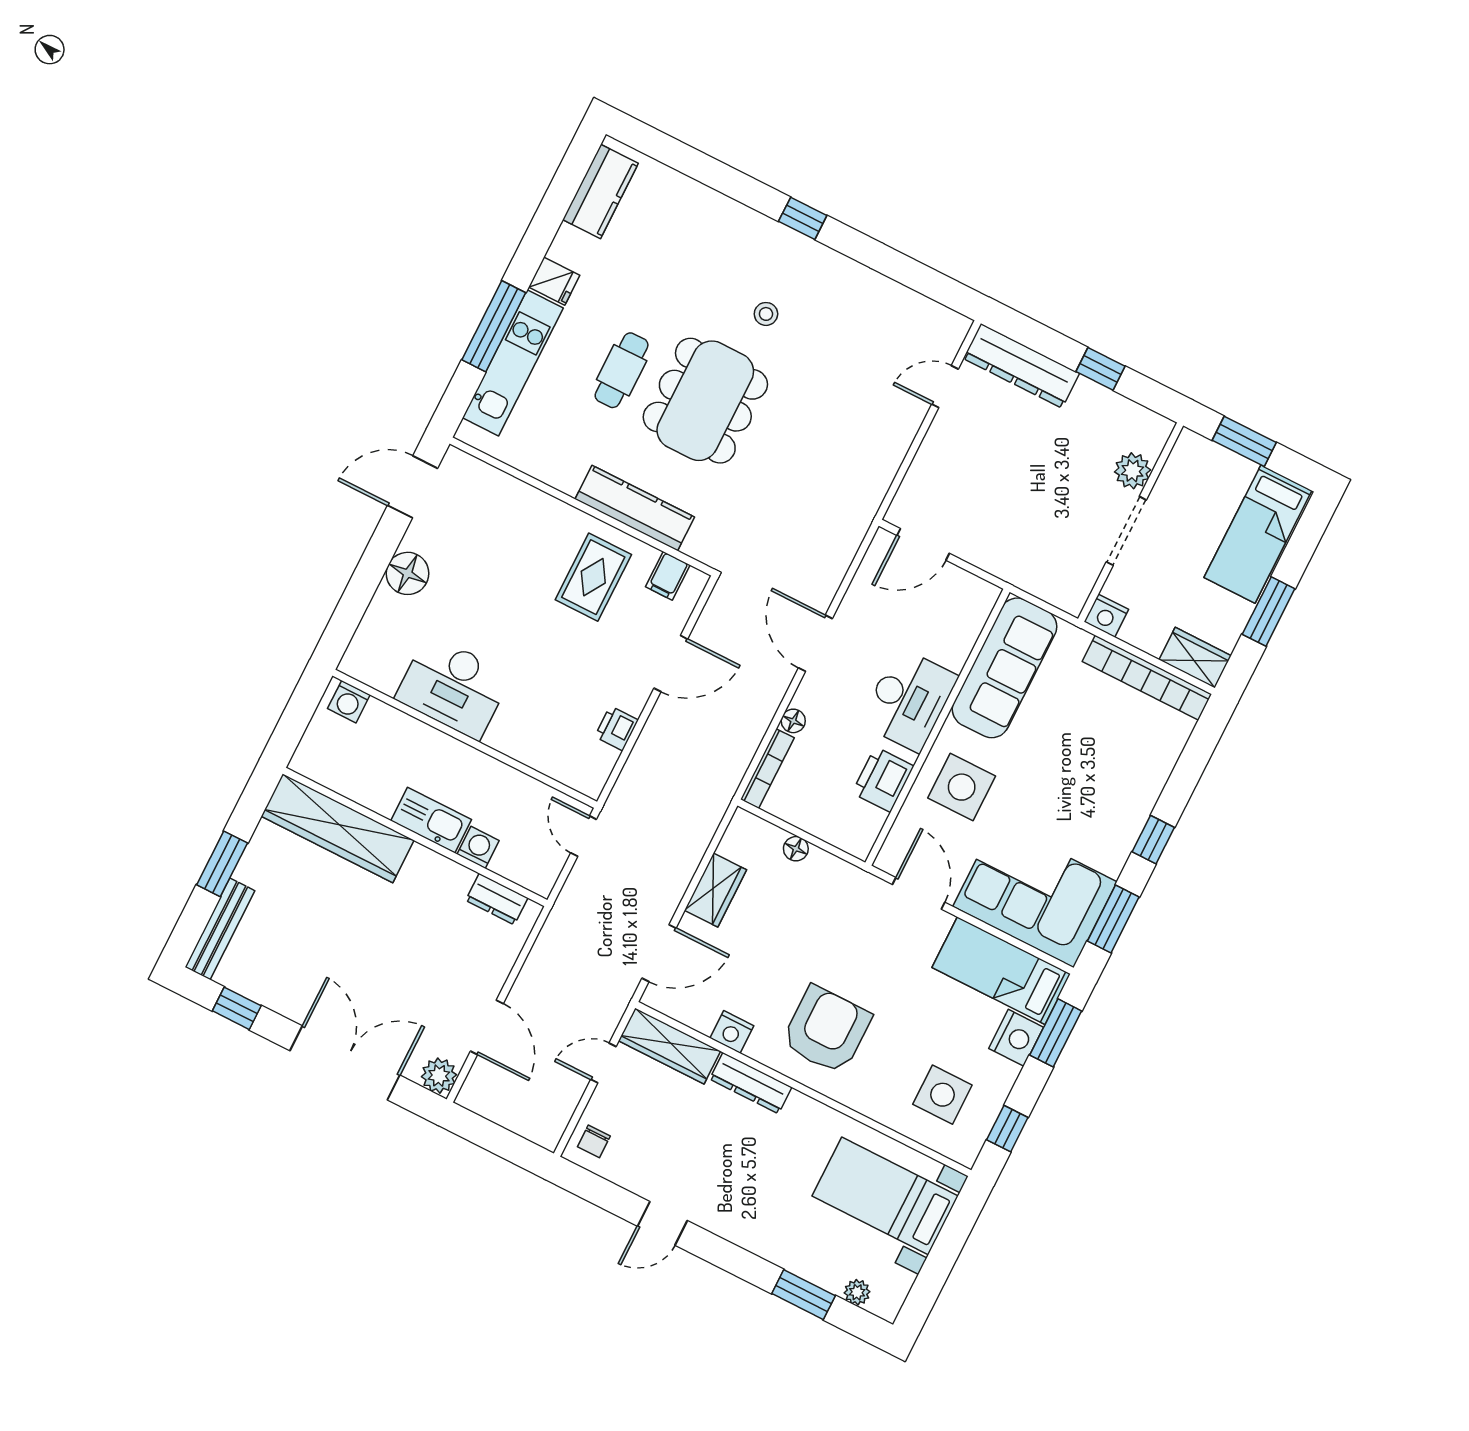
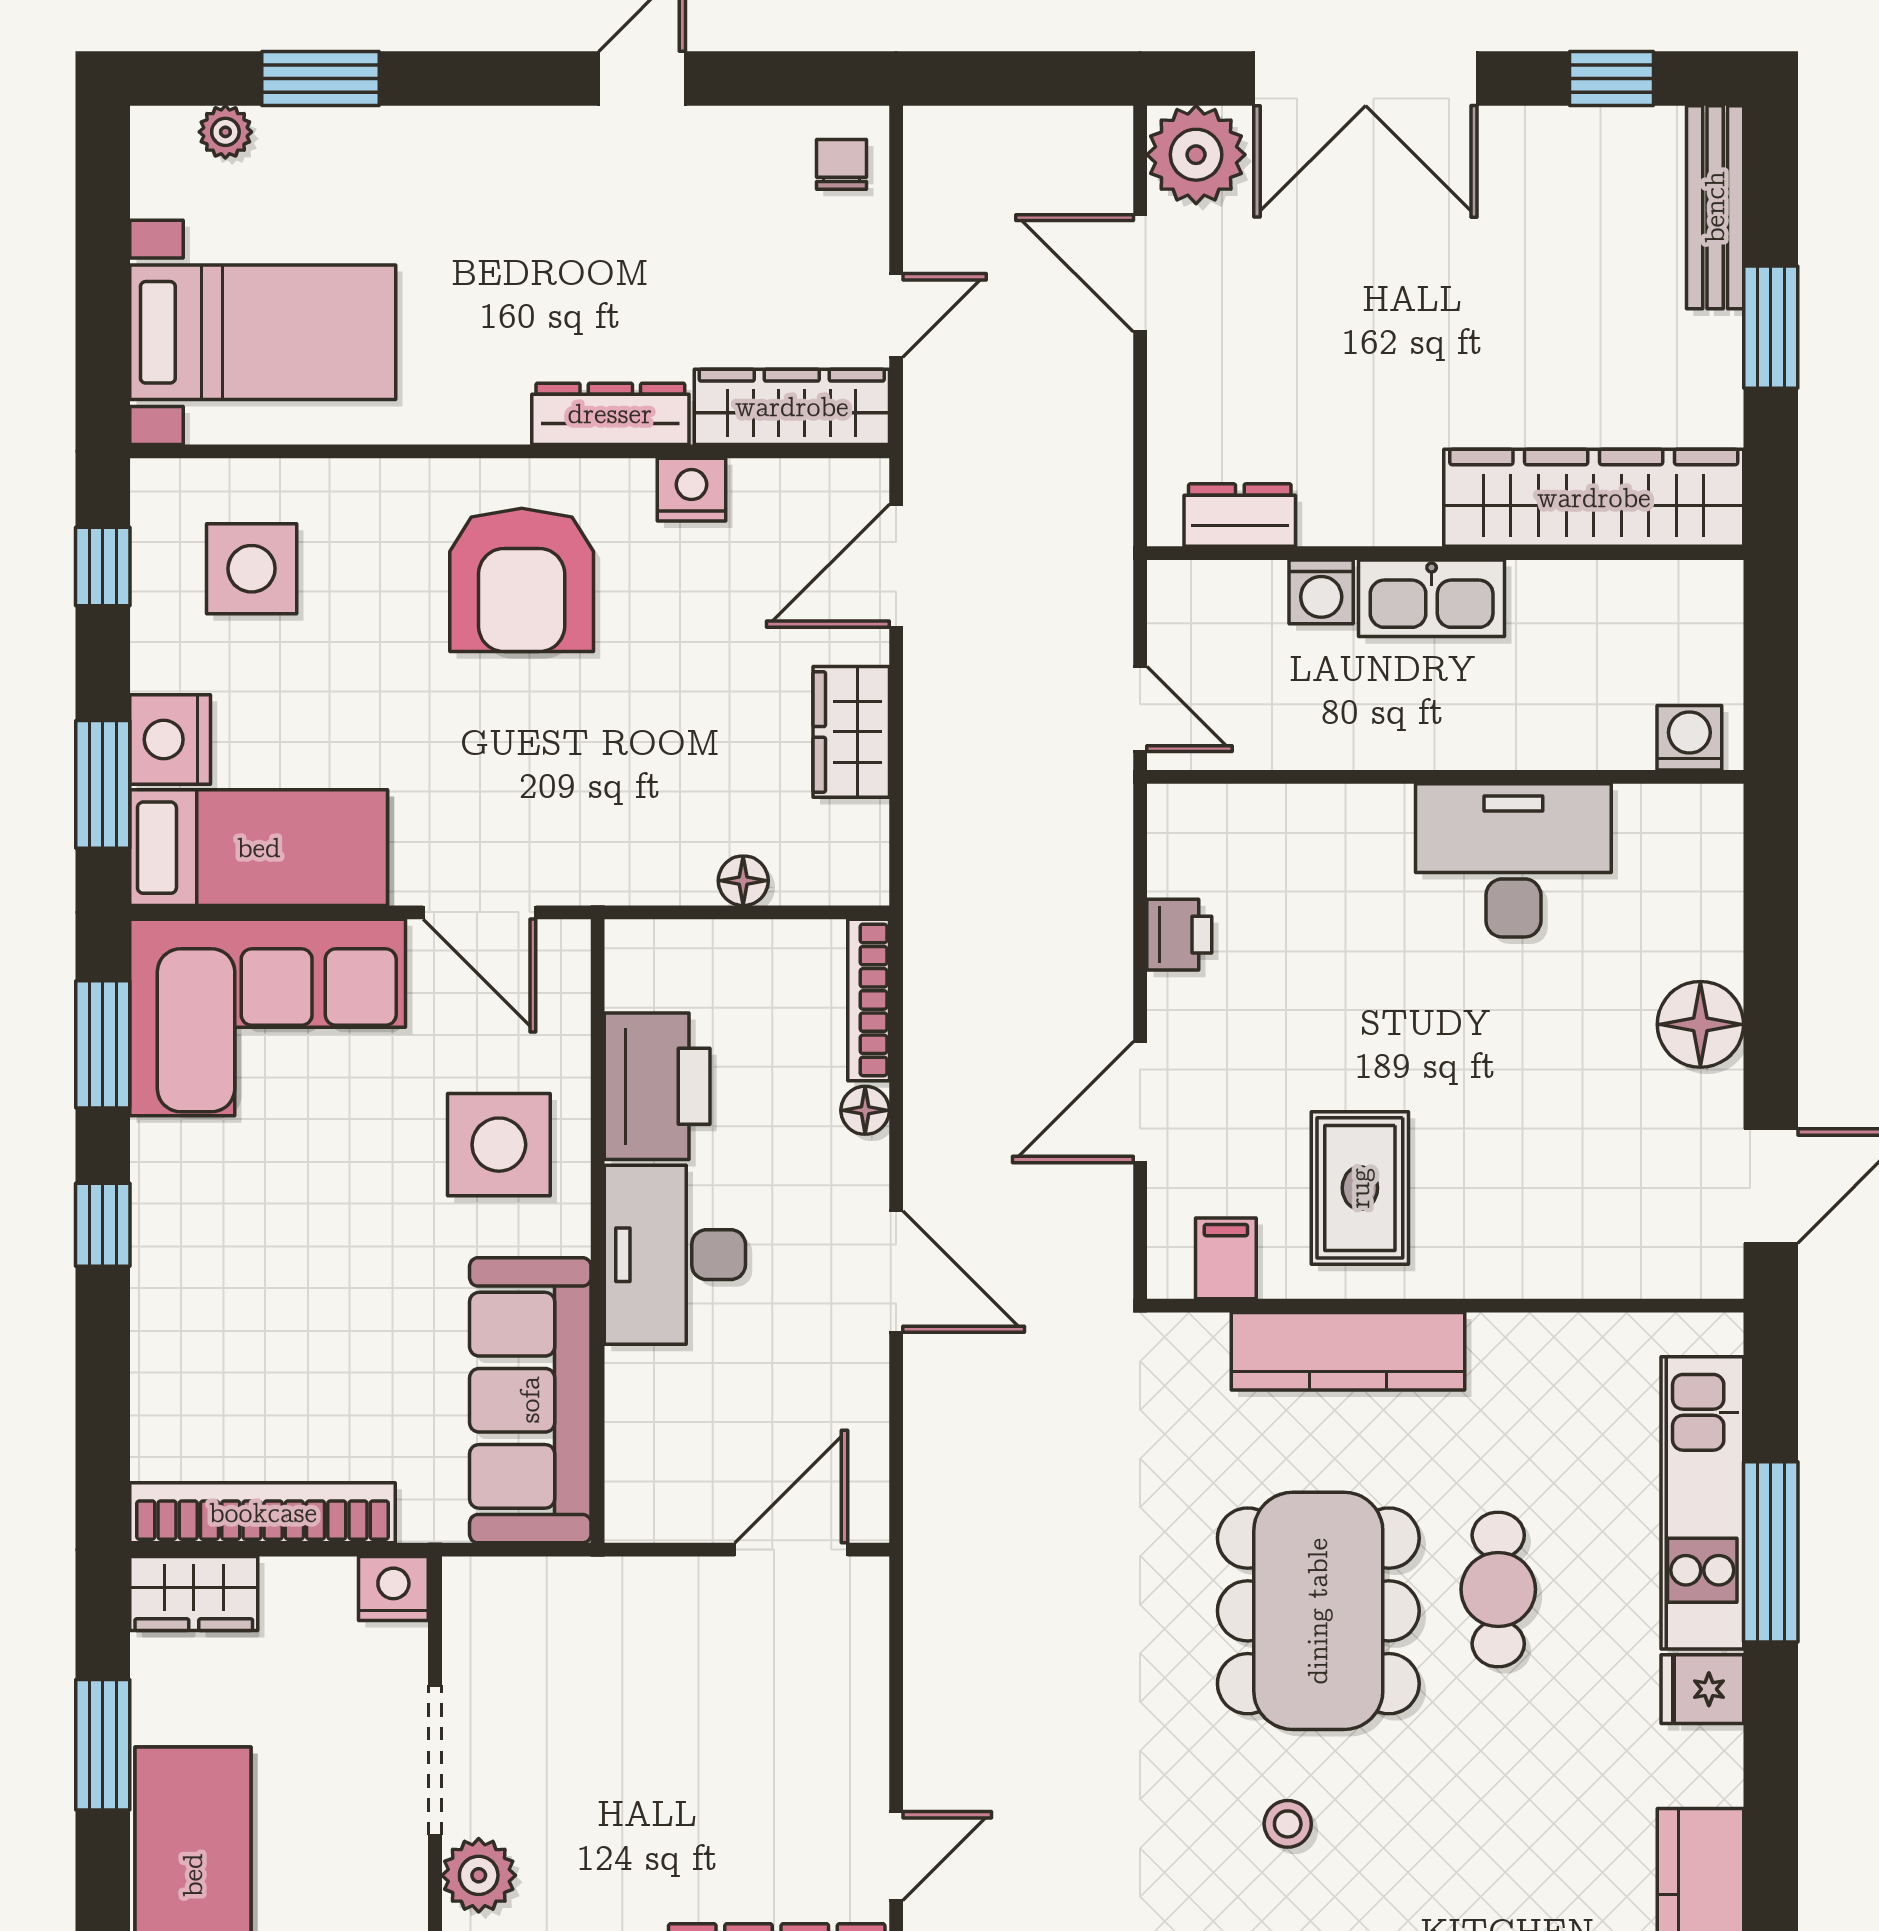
printer: (883, 779) -> (657, 1086), width x1.37, depth x1.19
plant: (439, 1076) -> (1196, 155), width x1.36, depth x1.36

